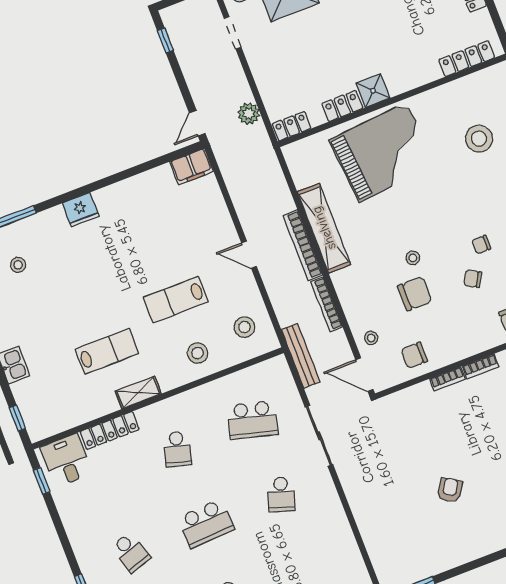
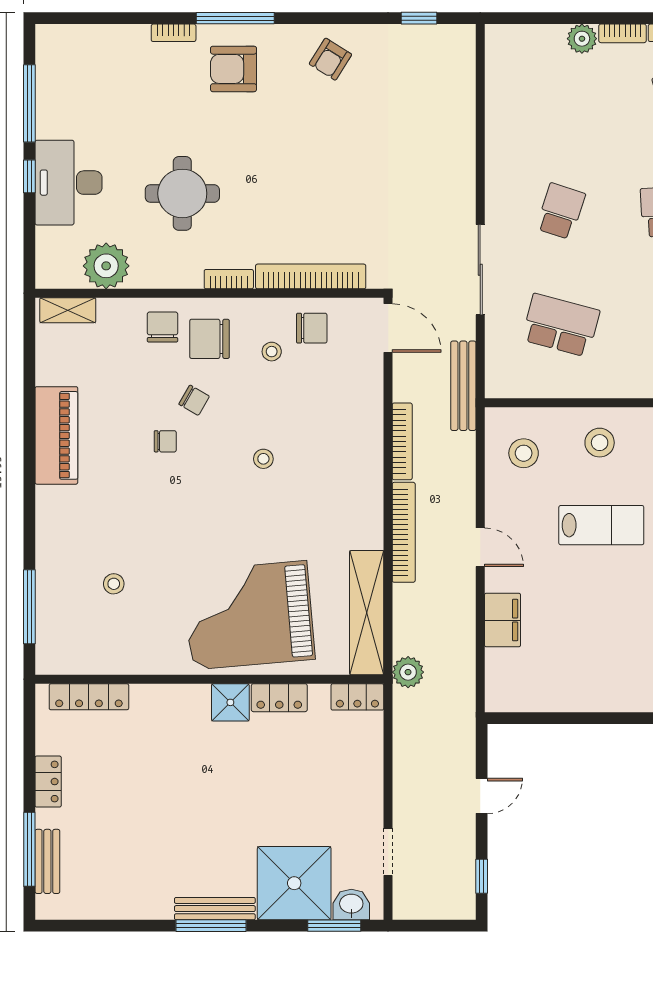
plant: (249, 114) -> (408, 672), moved
door: (197, 123) -> (482, 796), moved
stool: (479, 139) -> (114, 584), width x0.53, depth x0.53
filing cabinet: (192, 167) -> (502, 620), moved, turned 90
shelving: (324, 228) -> (367, 613), moved
chair: (415, 294) -> (210, 339), moved
stool: (371, 338) -> (272, 352), moved
bookcase: (448, 379) -> (311, 276), width x2.31, depth x1.31
armchair: (450, 490) -> (330, 59), moved

